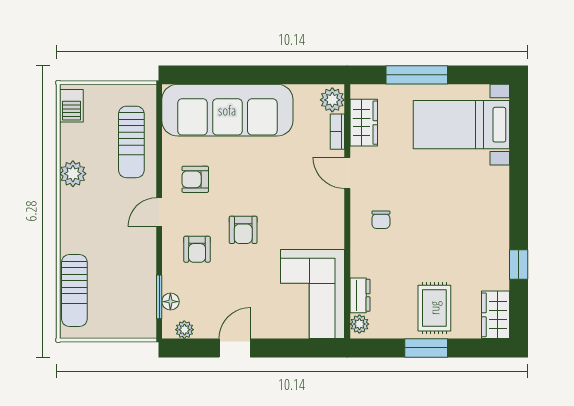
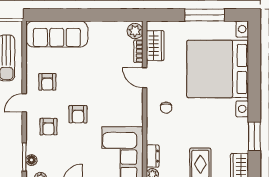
window: (417, 75) -> (205, 15), moved
sofa: (227, 110) -> (57, 34), width x0.74, depth x0.79
bed with nightstands: (461, 125) -> (218, 69), width x1.85
armchair: (195, 179) -> (47, 82), turned -90
window: (519, 264) -> (254, 136), width x1.50

